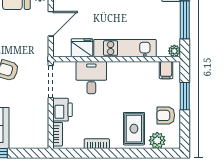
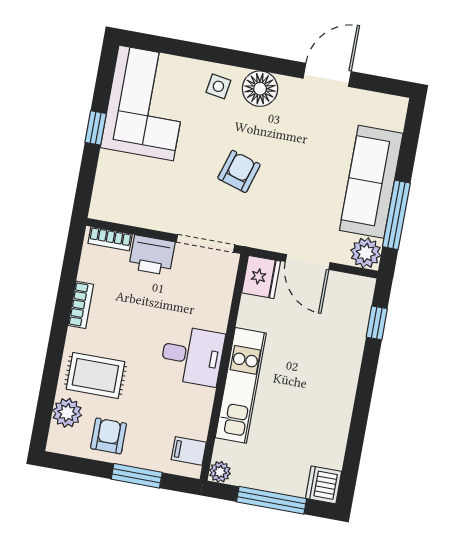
fridge: (82, 48) -> (261, 277), moved
desk: (91, 78) -> (192, 356), moved

